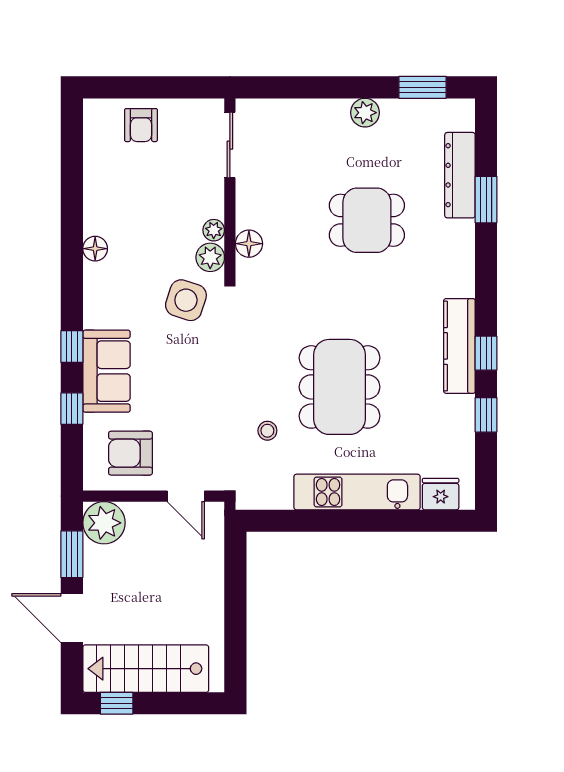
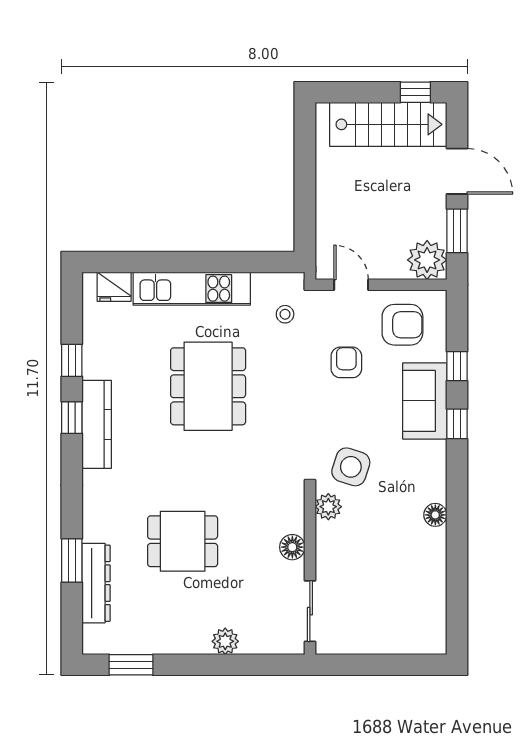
plant: (365, 113) -> (225, 641), moved
armchair: (141, 125) -> (346, 362), moved
plant: (214, 230) -> (325, 532), removed
floor lamp: (249, 244) -> (292, 547), moved
stool: (267, 431) -> (285, 314), moved

